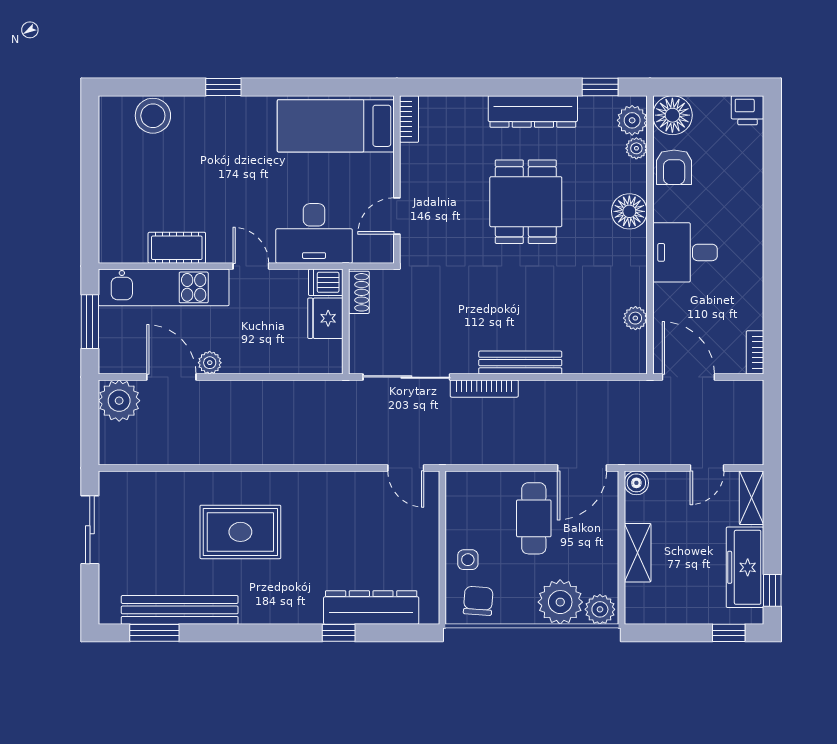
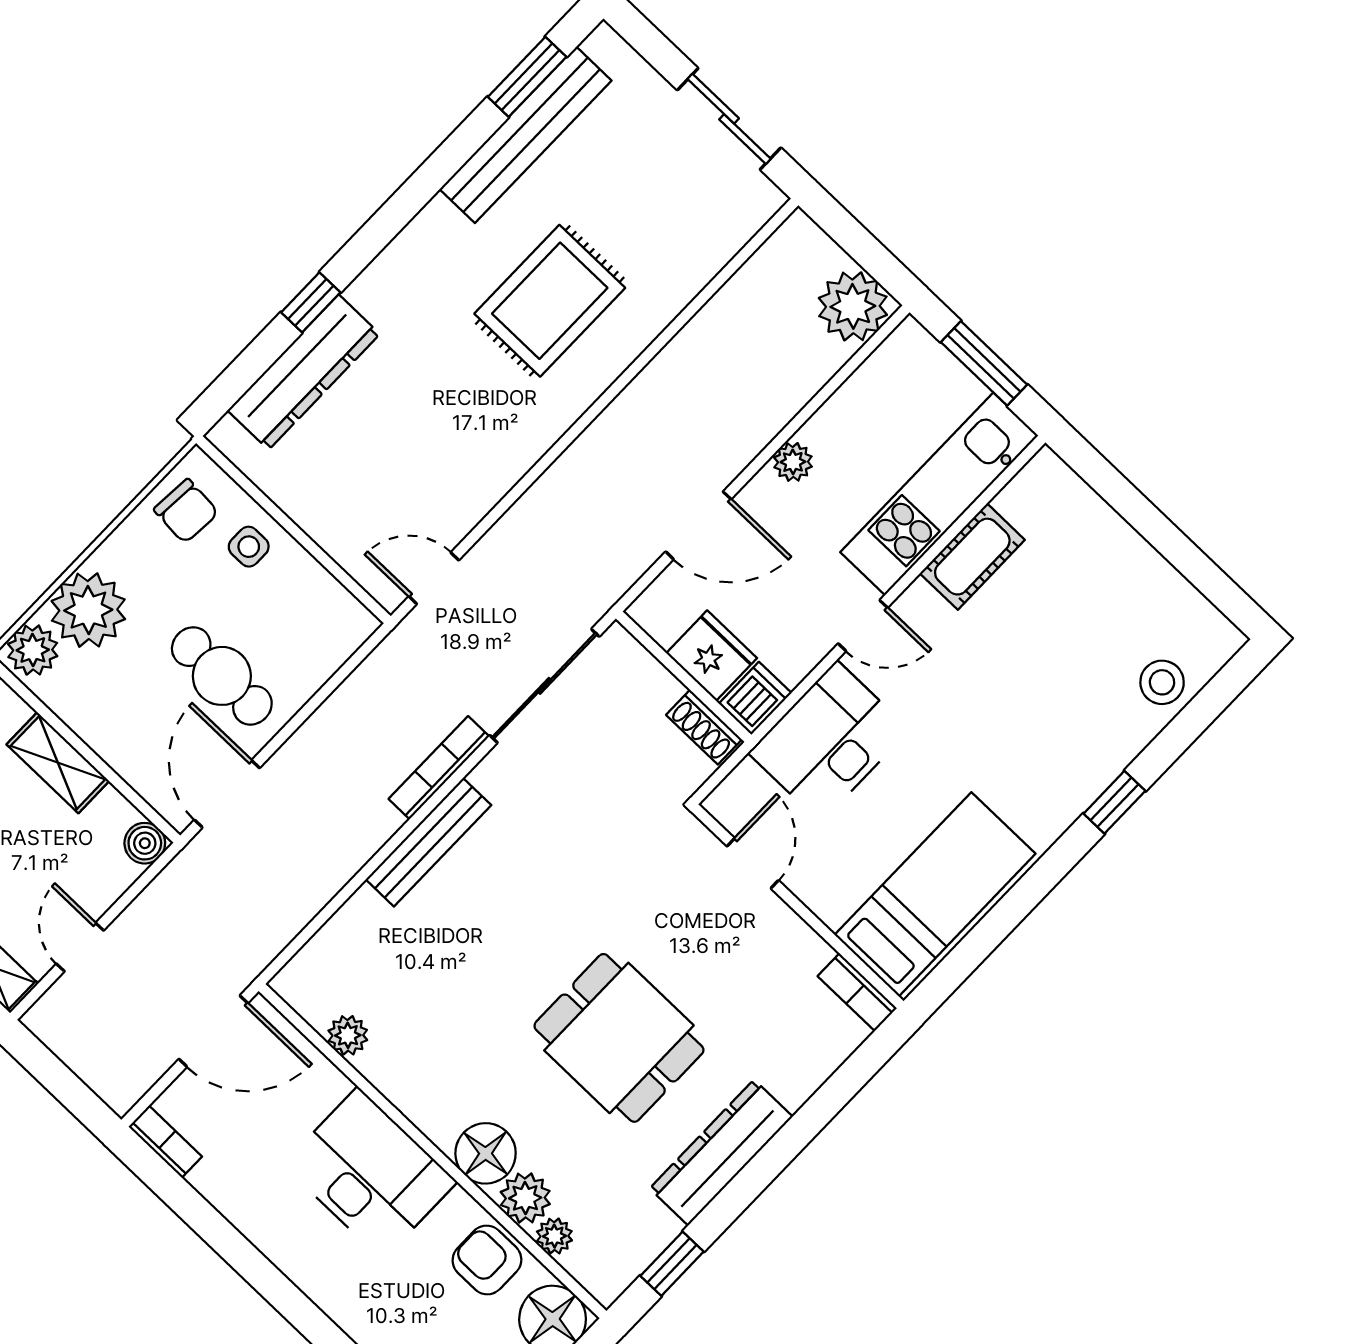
stool: (153, 116) -> (1162, 682), width x0.73, depth x0.73
plant: (632, 120) -> (525, 1198), moved
desk: (685, 252) -> (370, 1173), width x1.37
door: (171, 377) -> (698, 525), moved

